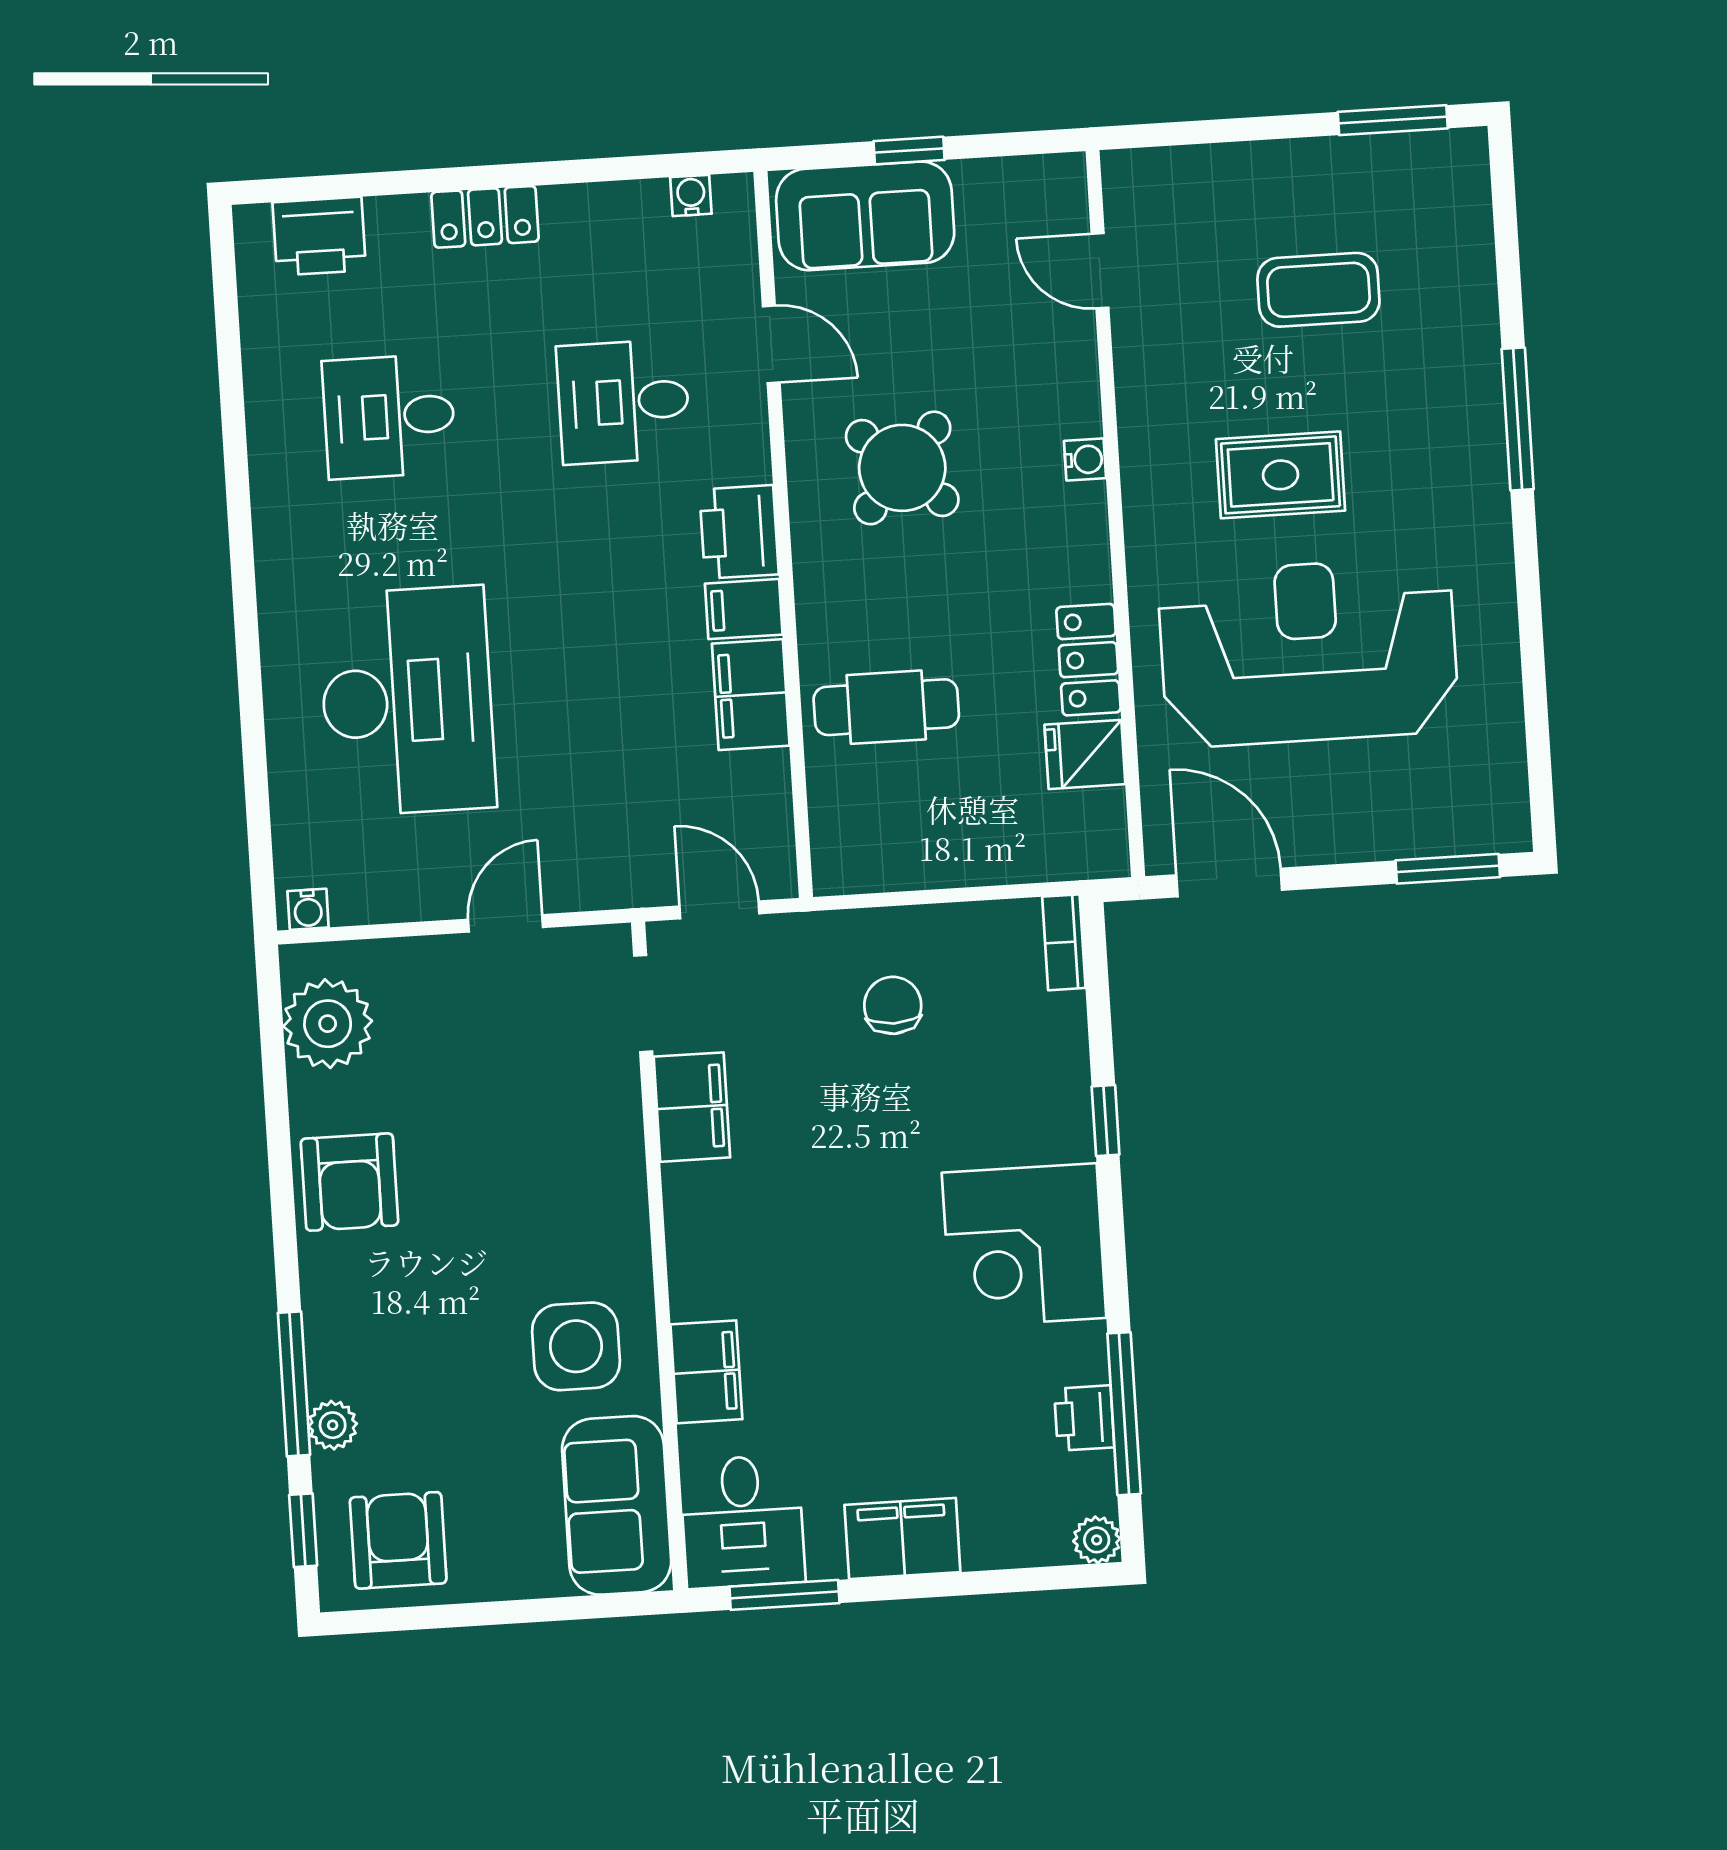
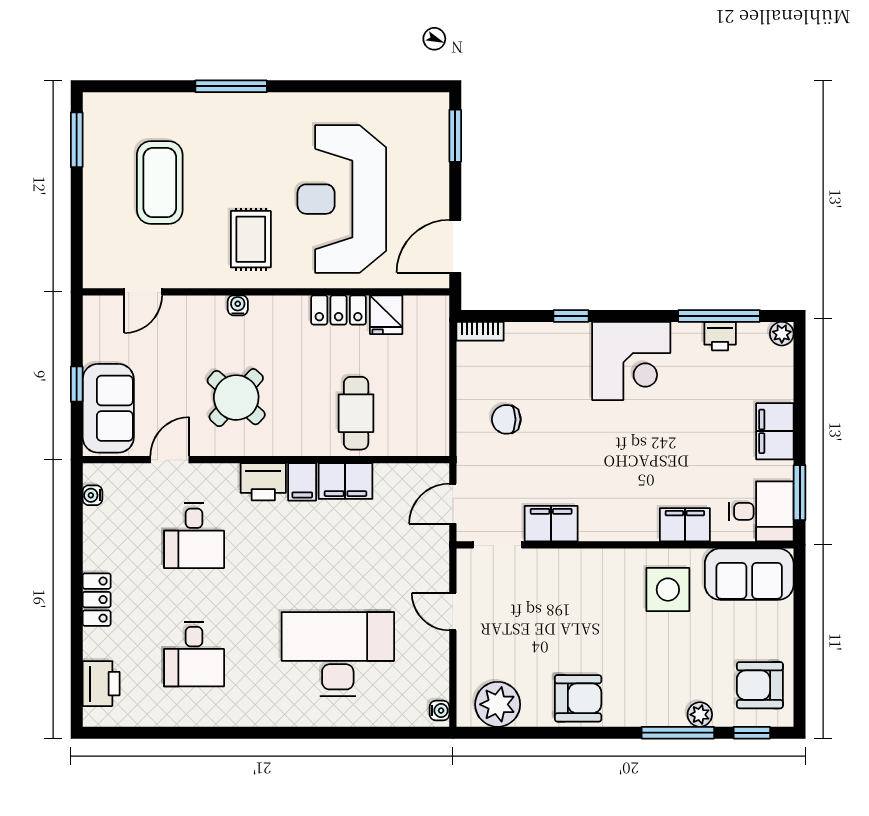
coffee table: (1318, 290) -> (160, 183), width x1.36, depth x1.32
rug: (1281, 475) -> (251, 239), moved

